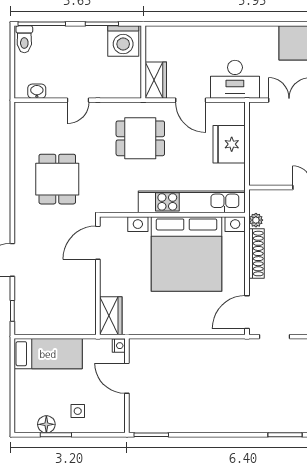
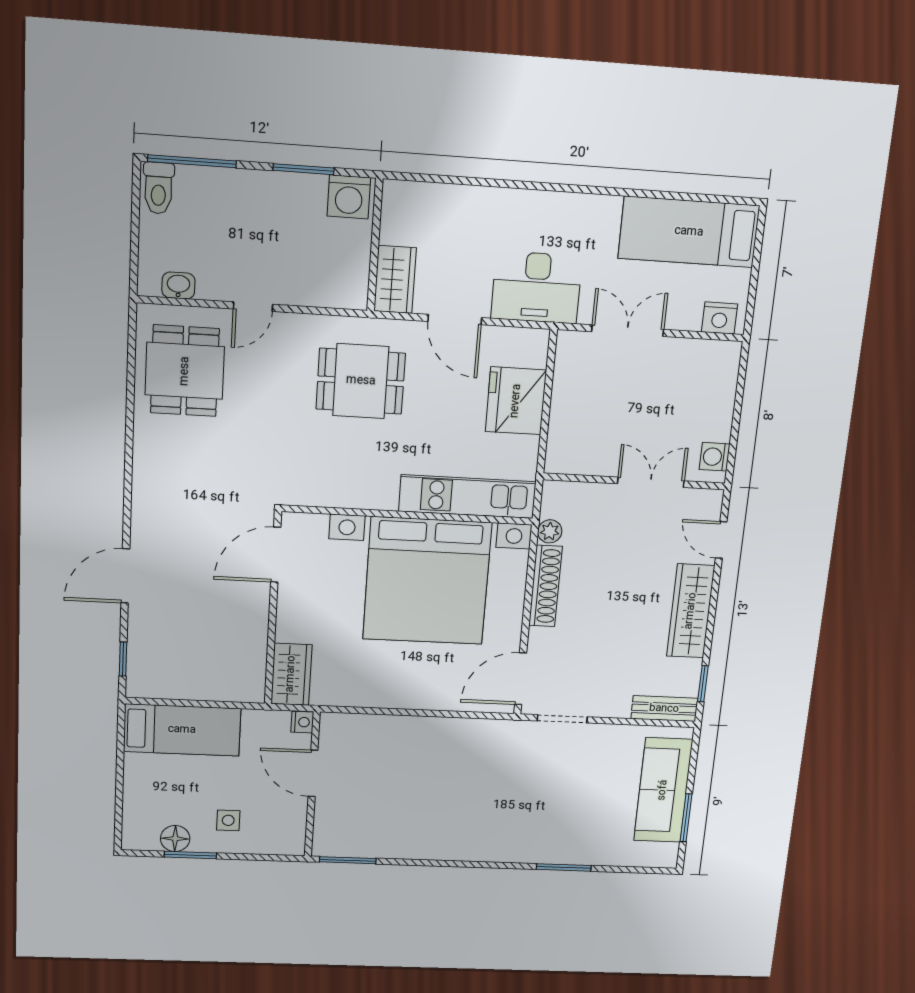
washing machine: (123, 41) -> (349, 197), width x0.73, depth x0.73
dining table: (57, 179) -> (185, 371), moved
kitchen unit: (192, 202) -> (467, 497), width x0.73

